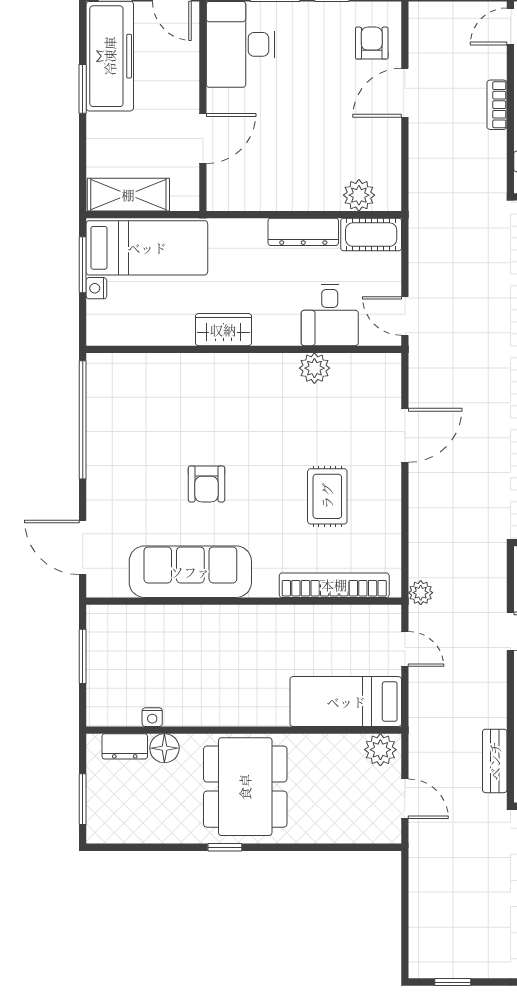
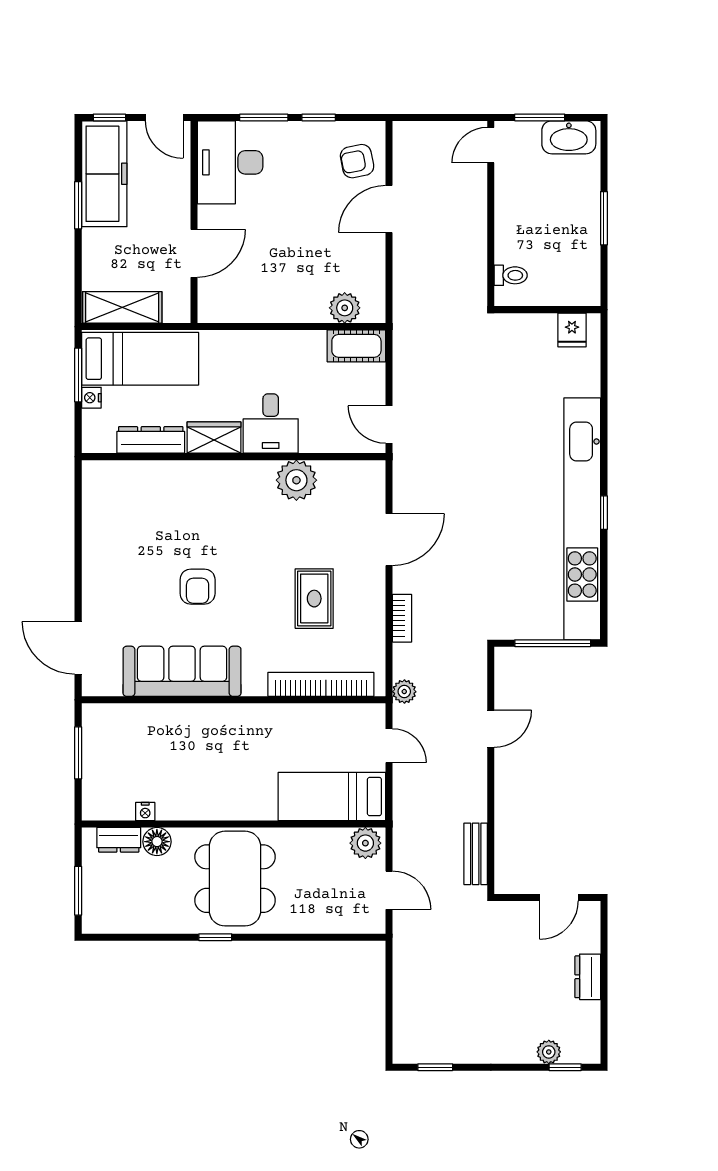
armchair: (372, 43) -> (357, 161), turned -101
bookcase: (497, 105) -> (402, 618), moved, turned 180
dresser: (303, 232) -> (151, 440), moved, turned 180
desk: (330, 315) -> (271, 424), moved
plant: (314, 368) -> (296, 480), width x1.36, depth x1.36
window: (83, 420) -> (78, 525), removed

